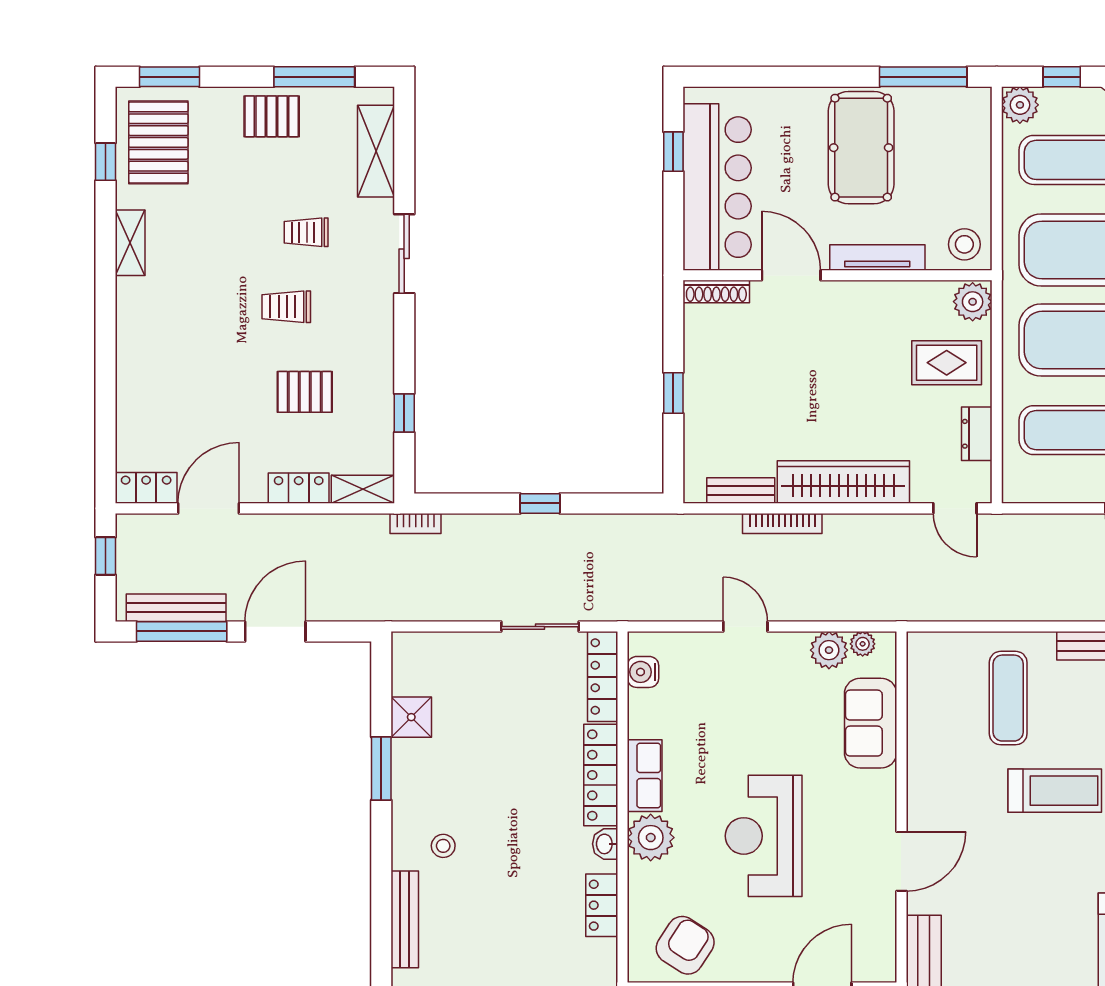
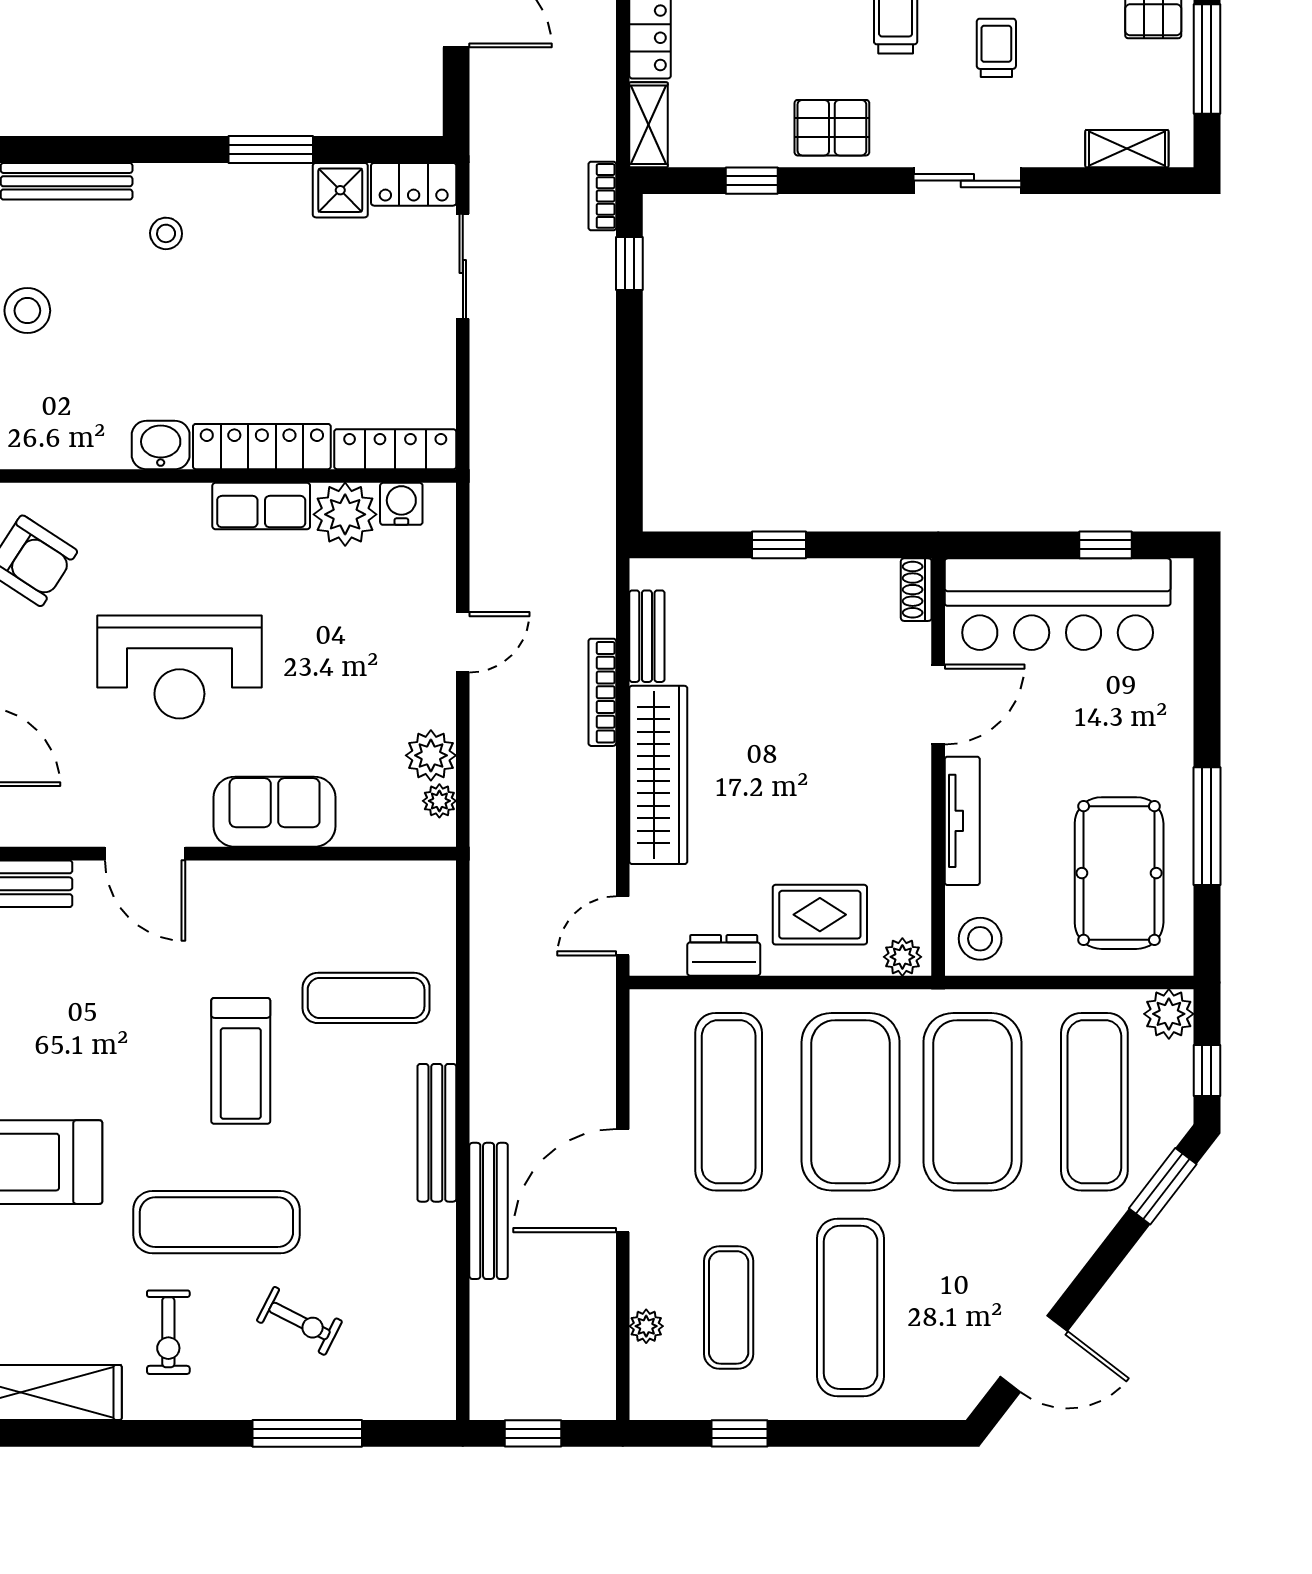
window: (923, 77) -> (1207, 826), moved
pool table: (861, 148) -> (1119, 873), moved, turned 90
shelving: (376, 151) -> (1127, 149), width x0.67, depth x0.75
shoe rack: (716, 292) -> (916, 590), width x0.70
plant: (973, 302) -> (902, 957), width x0.73, depth x0.73
rug: (947, 363) -> (820, 915), turned 90
pallet: (305, 392) -> (832, 128), moved, turned 90
window: (540, 503) -> (629, 263), moved
sliding door: (540, 627) -> (463, 266), moved
sofa: (871, 723) -> (275, 812), moved
reception desk: (764, 836) -> (179, 667), turned 180
plant: (651, 838) -> (345, 514), moved
washbasin: (605, 844) -> (161, 445), width x1.38, depth x1.45
locker: (602, 905) -> (414, 184), moved, turned 180
stool: (500, 948) -> (27, 311), added

